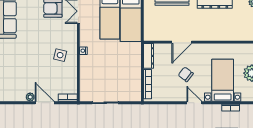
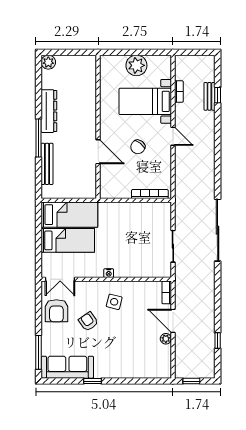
armchair: (44, 34) -> (88, 322), added
dresser: (149, 56) -> (115, 193), removed
door: (45, 103) -> (173, 321), hinge flipped
door: (194, 103) -> (173, 136), swing flipped

